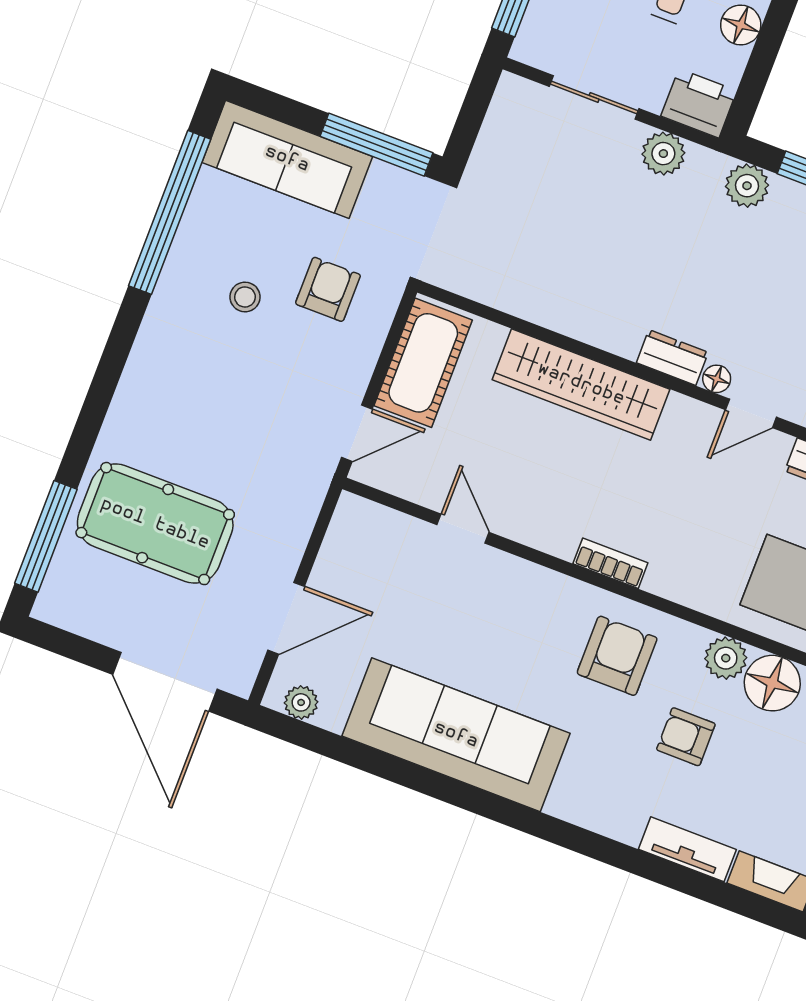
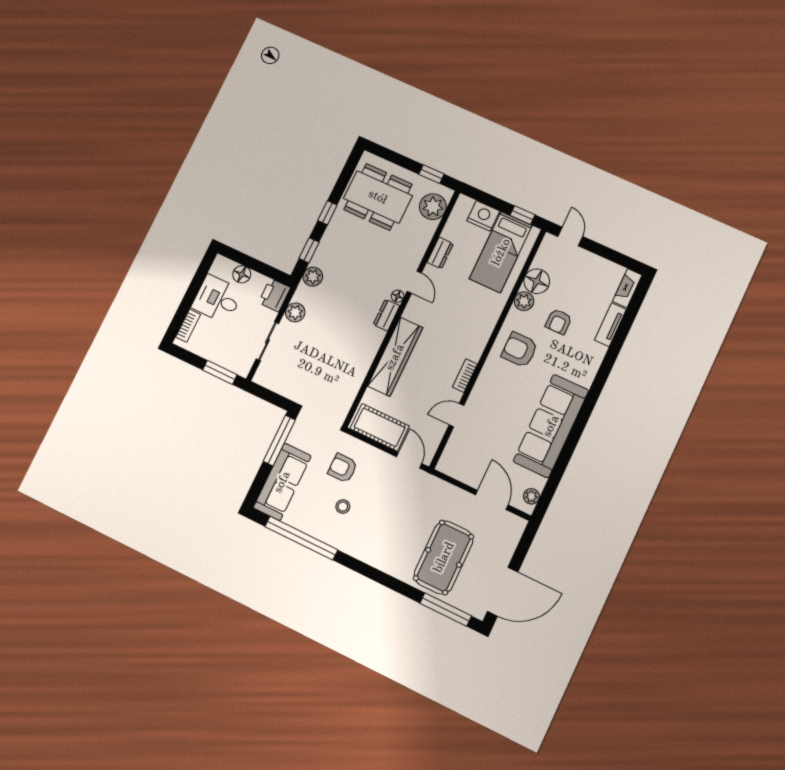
bookcase: (610, 563) -> (465, 376), moved
door: (165, 682) -> (503, 592), moved

